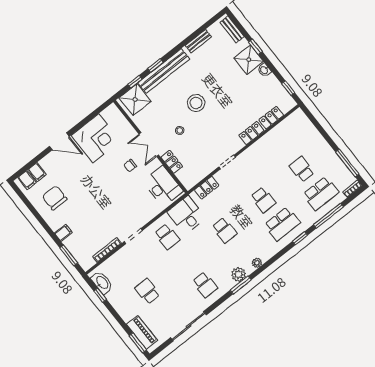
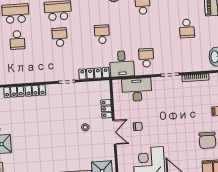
stool: (196, 103) -> (60, 139), removed
desk: (163, 186) -> (137, 90), moved, turned 90
locker: (207, 188) -> (94, 73), width x1.53

